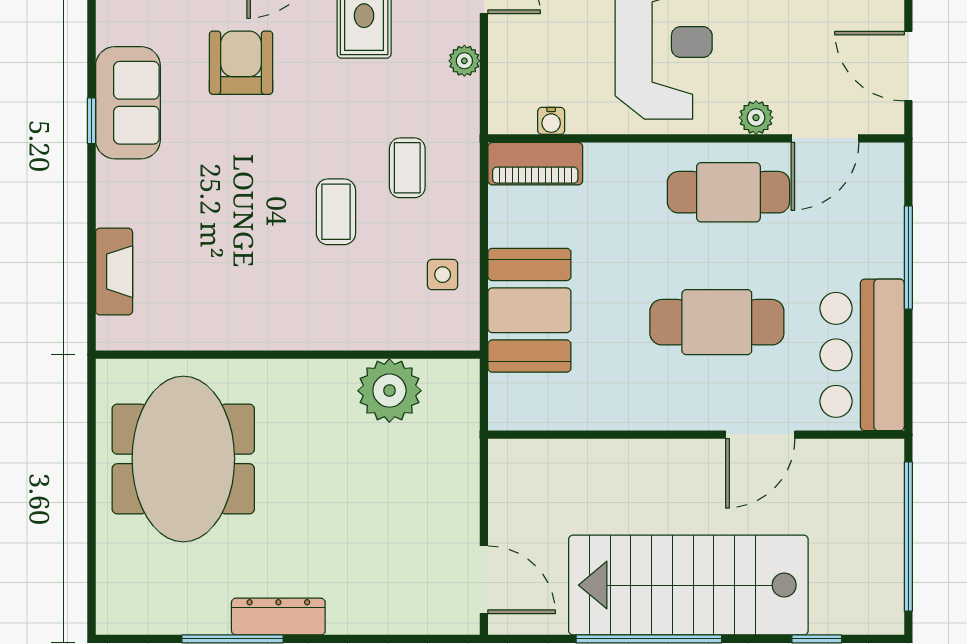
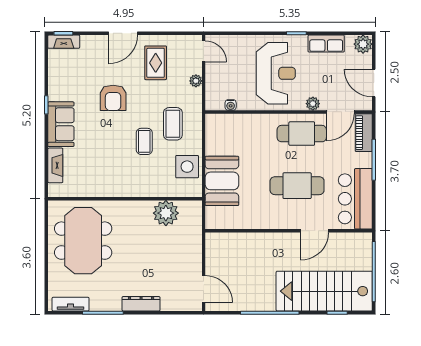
armchair: (241, 63) -> (113, 98), moved, turned 180
sofa: (128, 103) -> (61, 124), moved
piano: (535, 164) -> (364, 133), moved, turned 90
coffee table: (407, 168) -> (173, 124), width x1.36, depth x1.30
side table: (443, 275) -> (187, 167), width x1.87, depth x1.87
stairs: (688, 585) -> (324, 291), moved
dresser: (278, 617) -> (141, 304), moved
tv unit: (152, 618) -> (71, 304), added

